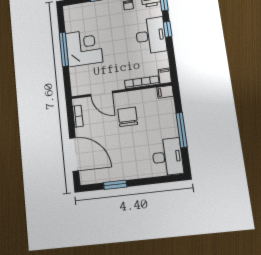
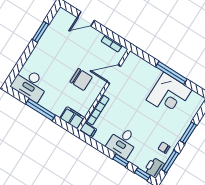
desk: (151, 36) -> (123, 142), width x0.73
corner desk: (84, 48) -> (169, 95), moved
filing cabinet: (165, 92) -> (72, 118), width x2.00
door: (74, 154) -> (86, 19), width x0.53

